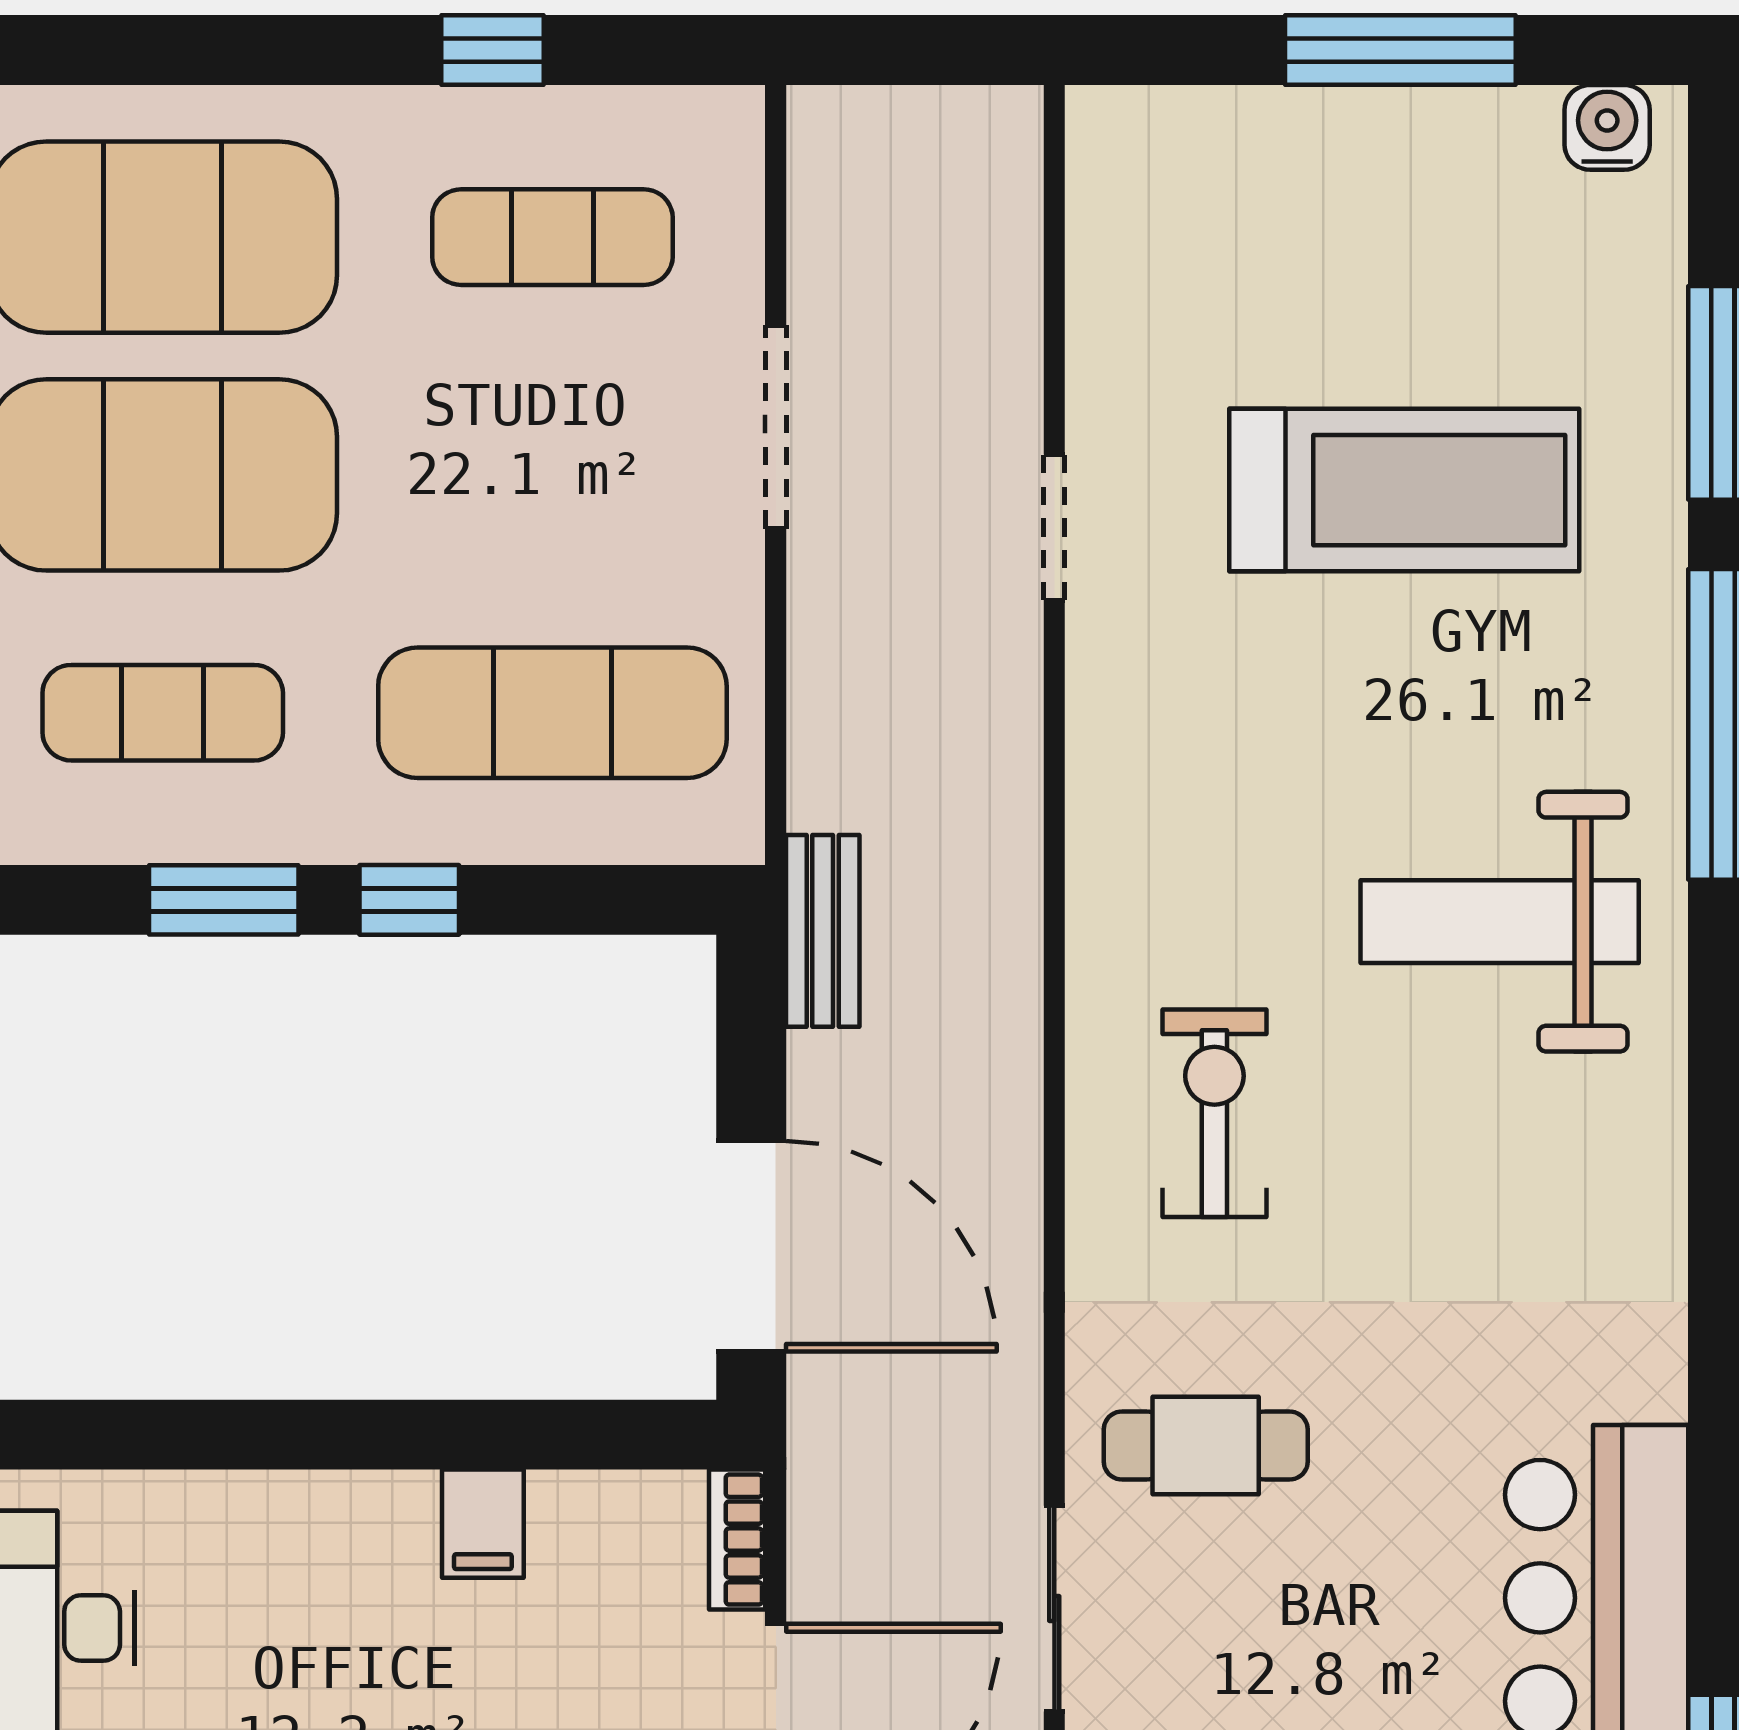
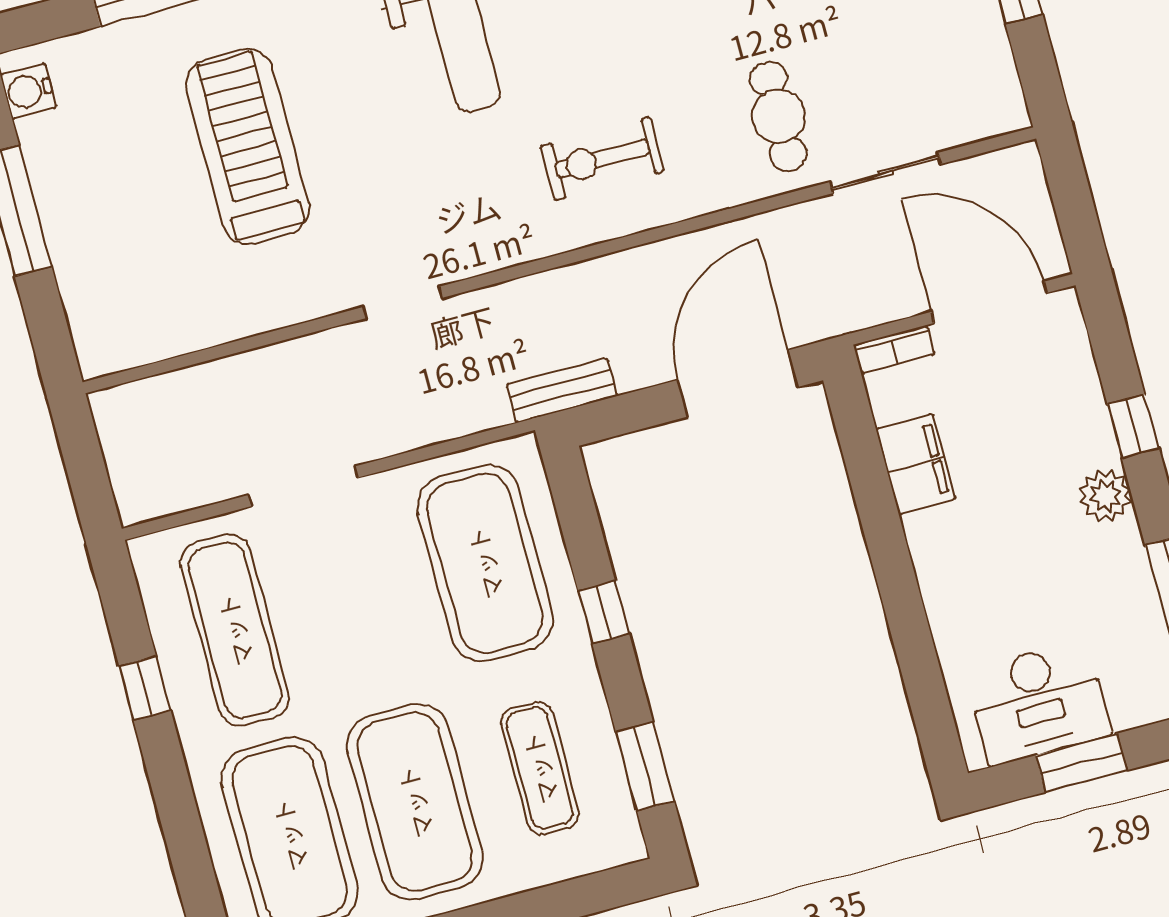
exercise mat: (552, 237) -> (235, 630), width x1.36, depth x1.45
doorway: (1054, 527) -> (403, 302), moved
exercise mat: (552, 713) -> (485, 563), width x1.47
window: (224, 900) -> (645, 766), moved
filing cabinet: (483, 1524) -> (916, 464), width x2.00

